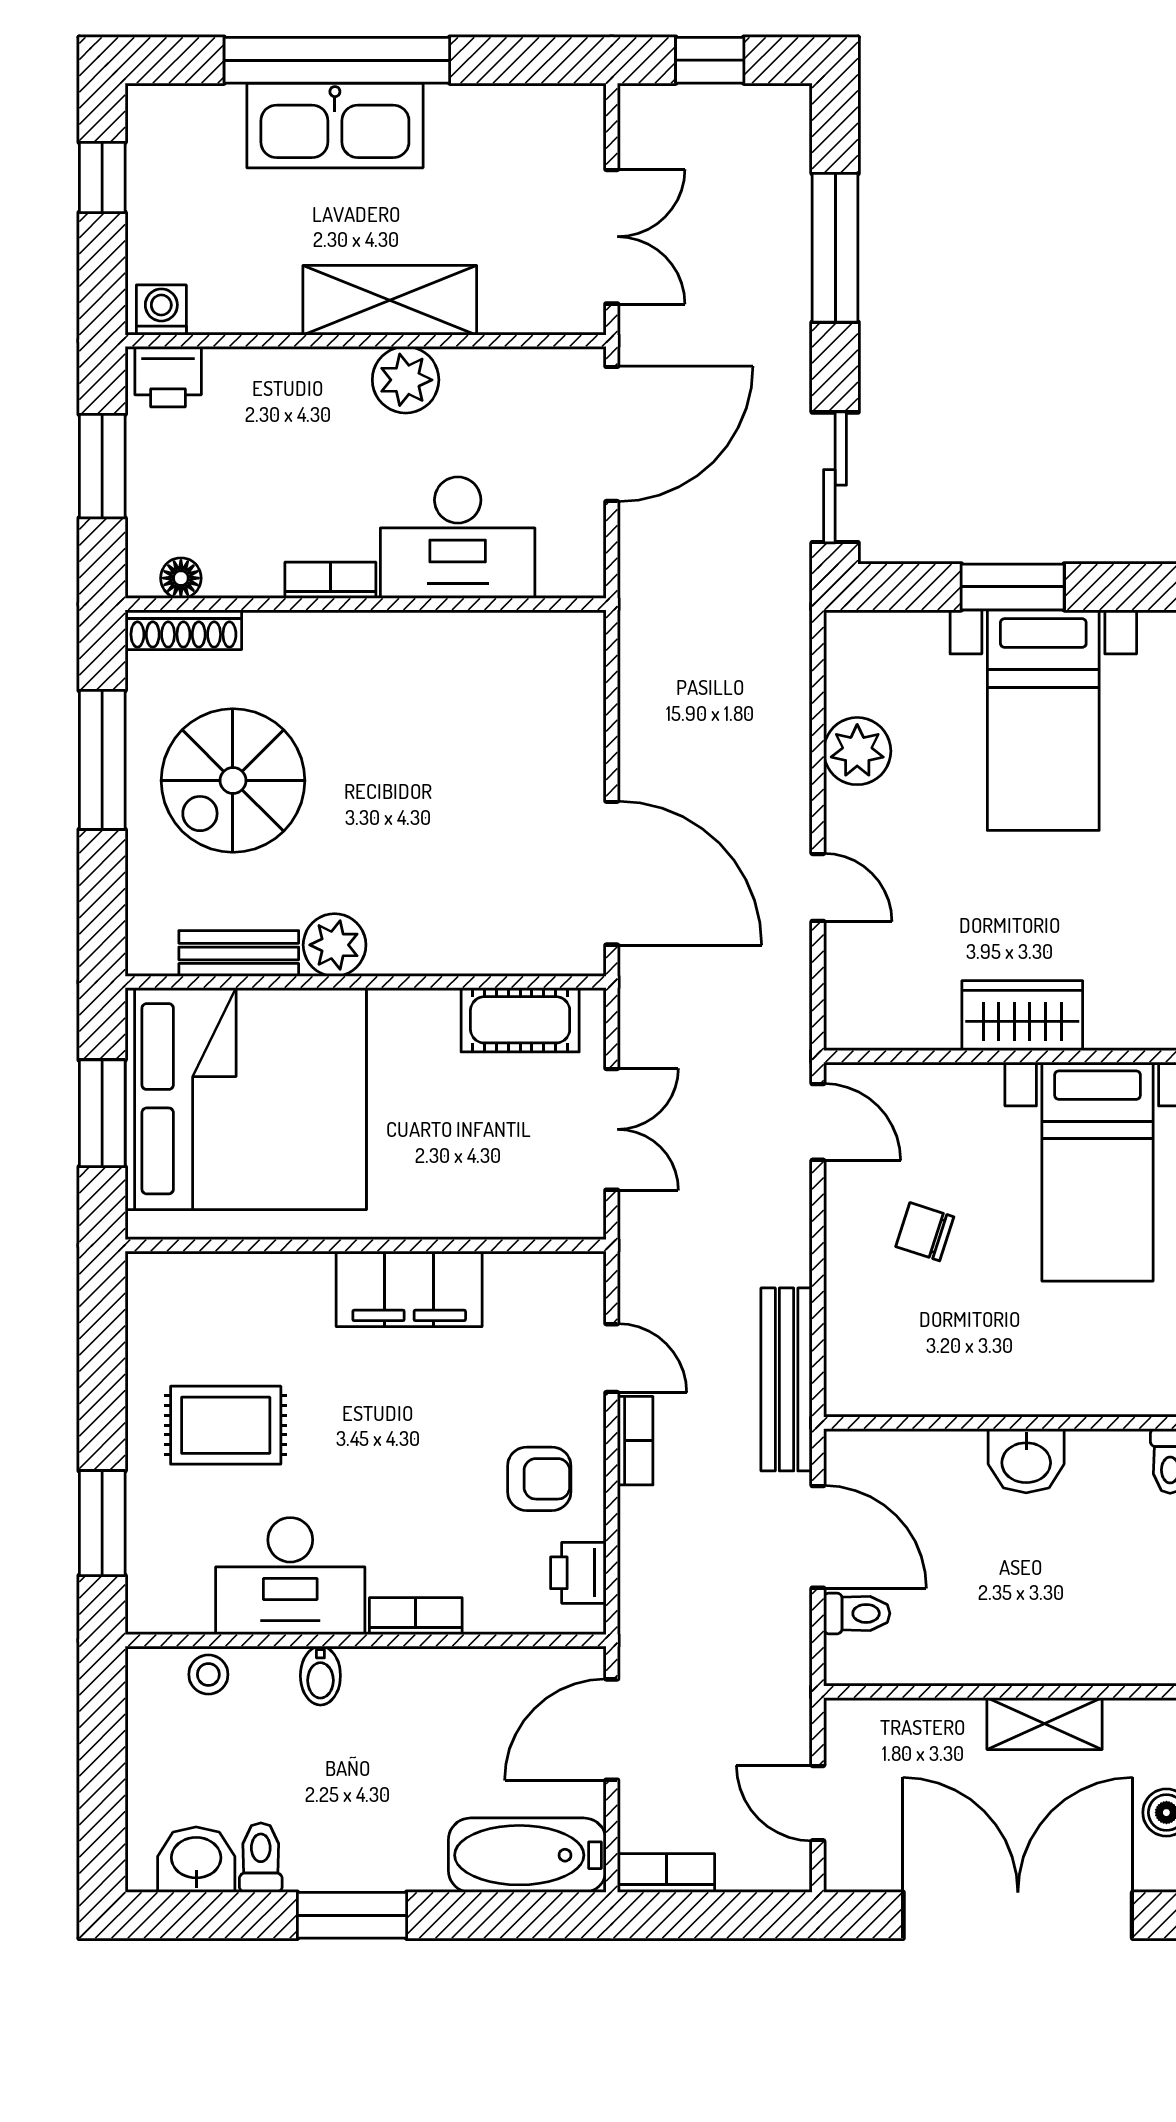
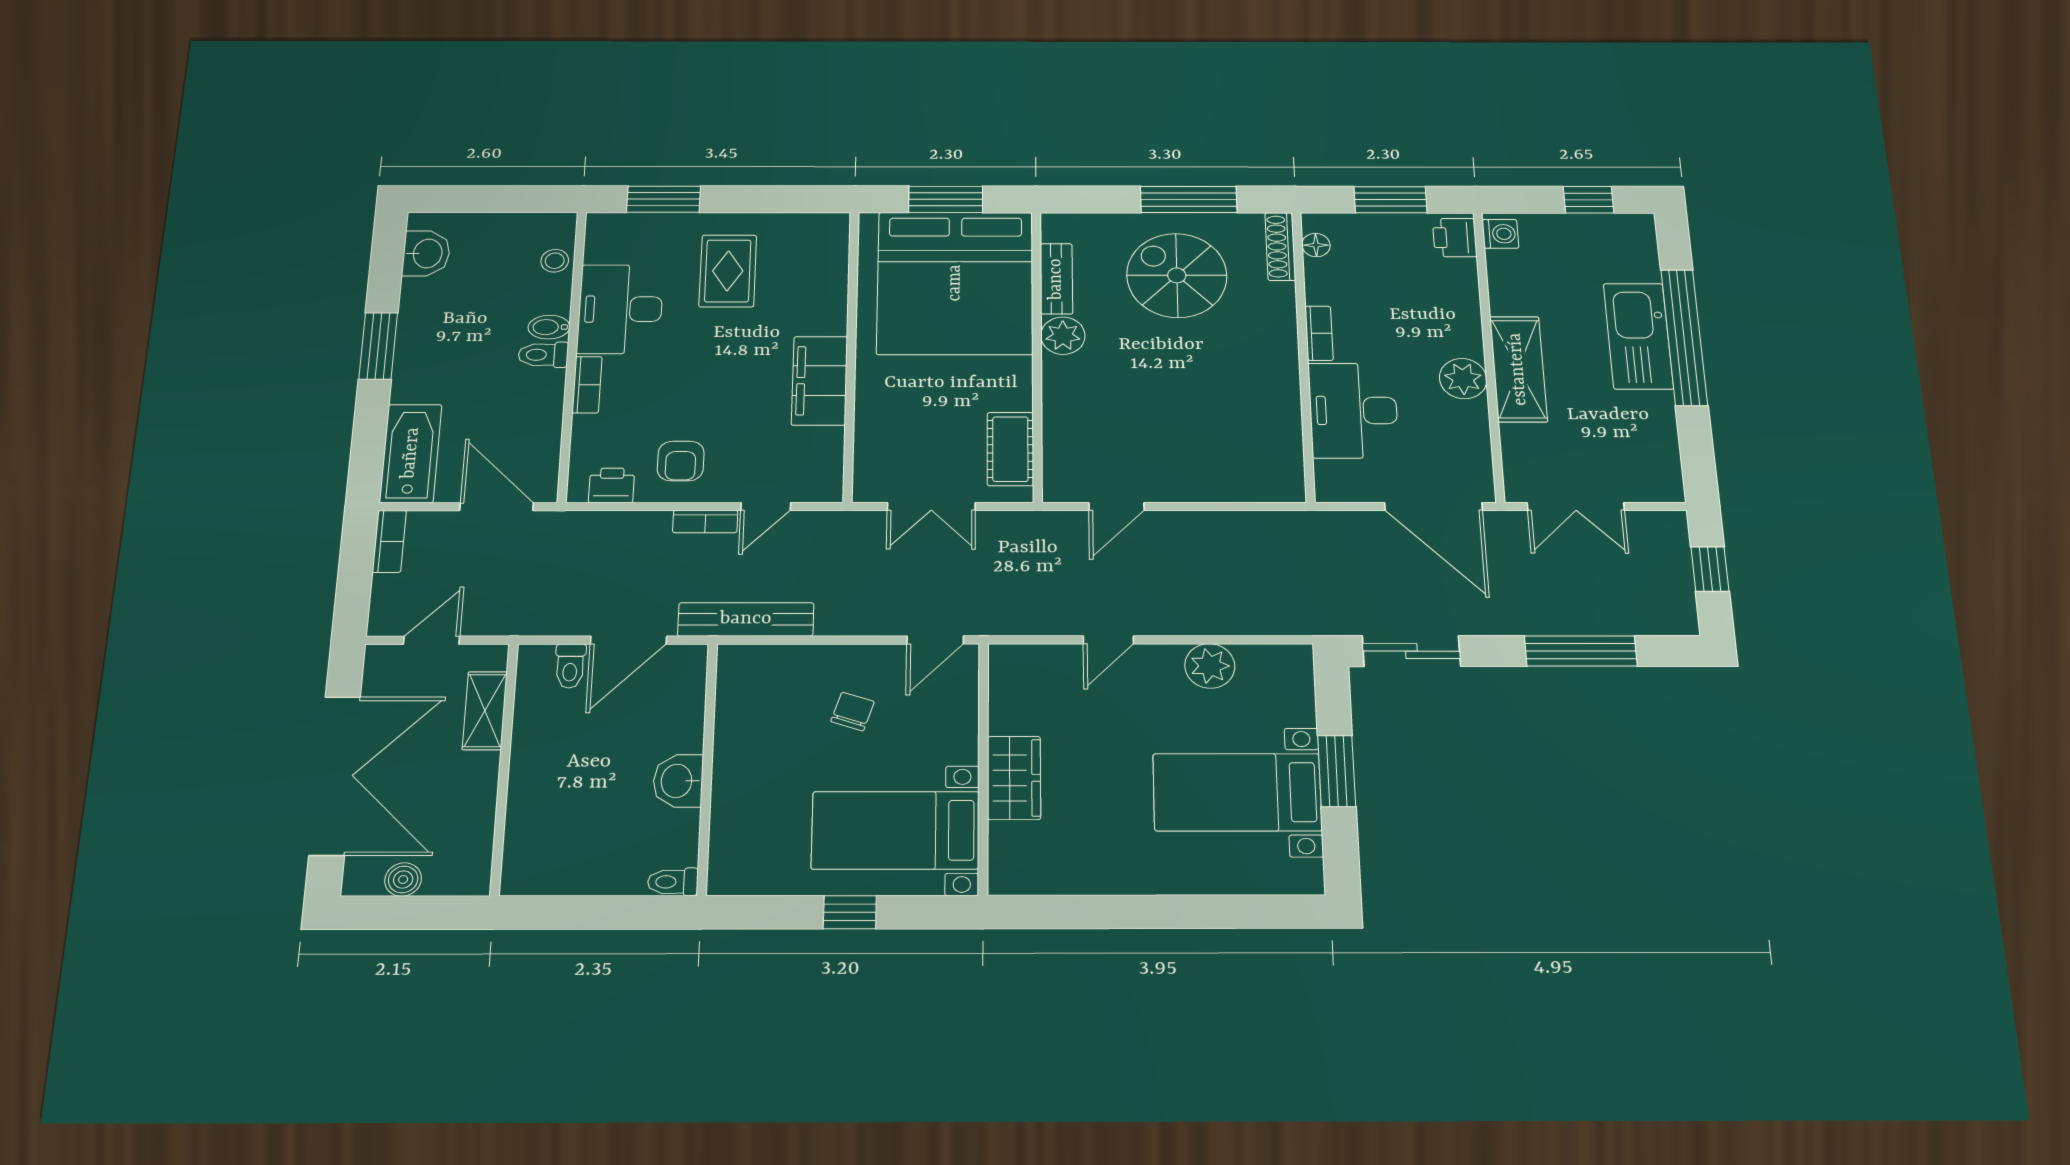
door: (612, 873) -> (1117, 507), width x0.53
shelving: (1045, 1724) -> (485, 711), moved
toilet: (261, 1858) -> (543, 355), moved, turned 180

